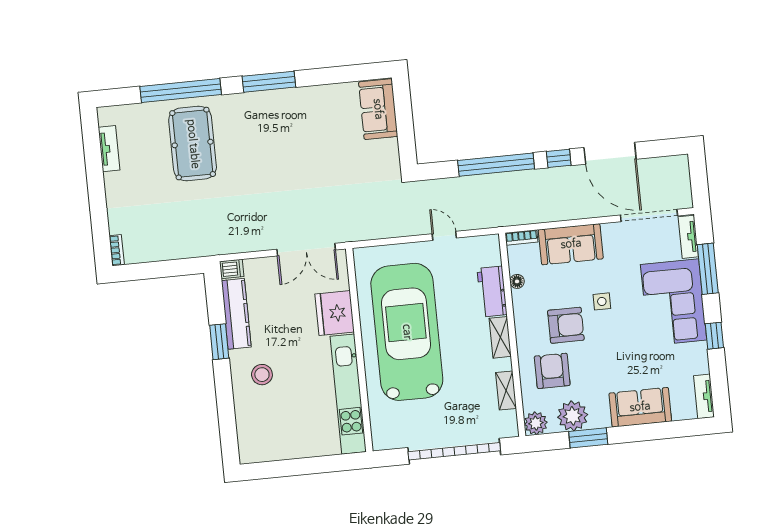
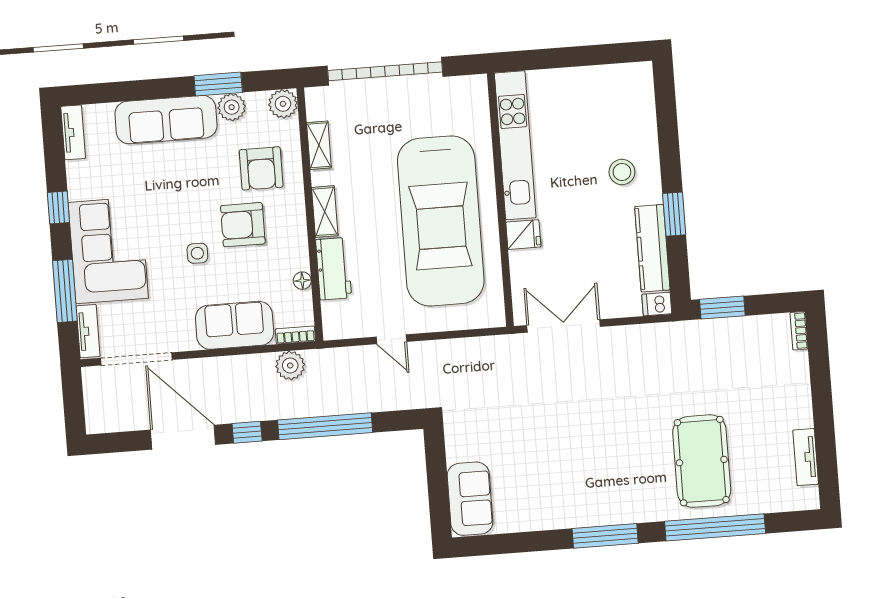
plant: (525, 213) -> (290, 365), added
window: (179, 267) -> (722, 307), added
fridge: (335, 313) -> (523, 235), width x0.53, depth x0.75
sofa: (640, 407) -> (166, 120), width x1.36
plant: (573, 416) -> (232, 107), width x0.73, depth x0.73

